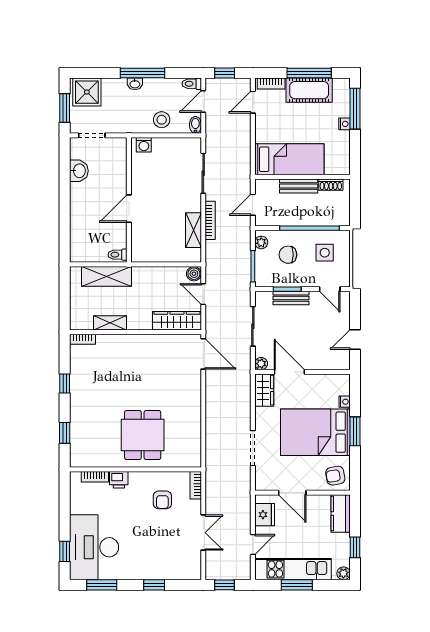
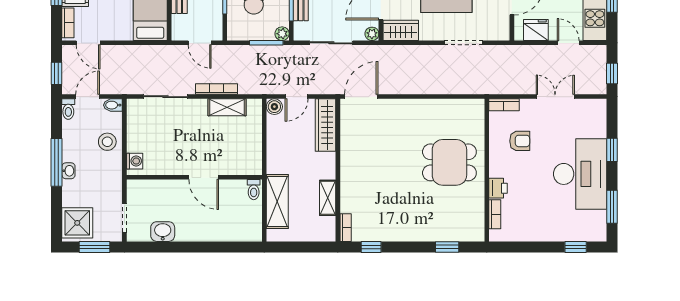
door: (203, 102) -> (88, 97), swing flipped
plant: (261, 242) -> (282, 34), moved
window: (65, 384) -> (371, 247), moved
desk: (94, 547) -> (580, 174), moved, turned -90

